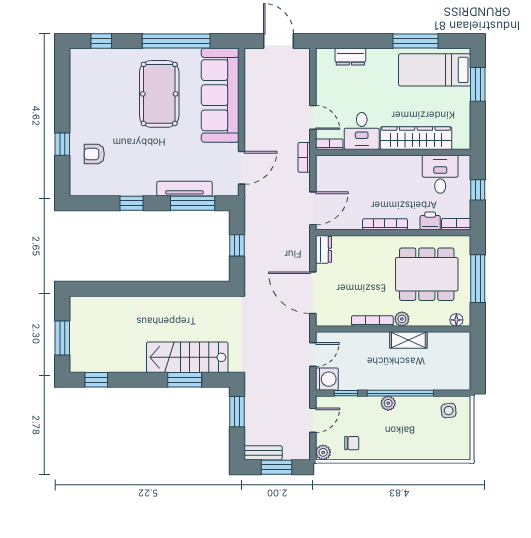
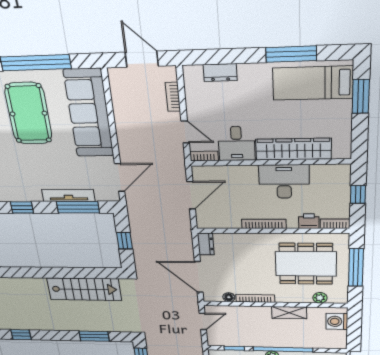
bookcase: (304, 157) -> (173, 97), moved
desk: (440, 174) -> (284, 182), moved, width x1.37
door: (313, 208) -> (191, 195), moved
plant: (402, 319) -> (320, 298), moved
floor lamp: (456, 320) -> (229, 297), moved
stairs: (187, 357) -> (84, 289), moved, turned 180
washing machine: (327, 379) -> (337, 321), moved, turned 180

